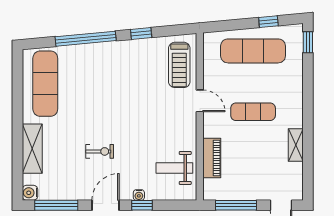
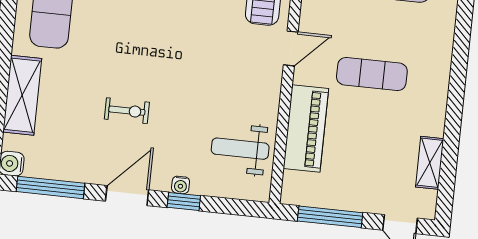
door: (200, 101) -> (291, 48), hinge flipped
shelving: (296, 145) -> (430, 163), moved
piano: (212, 158) -> (306, 128), width x1.37, depth x1.33

